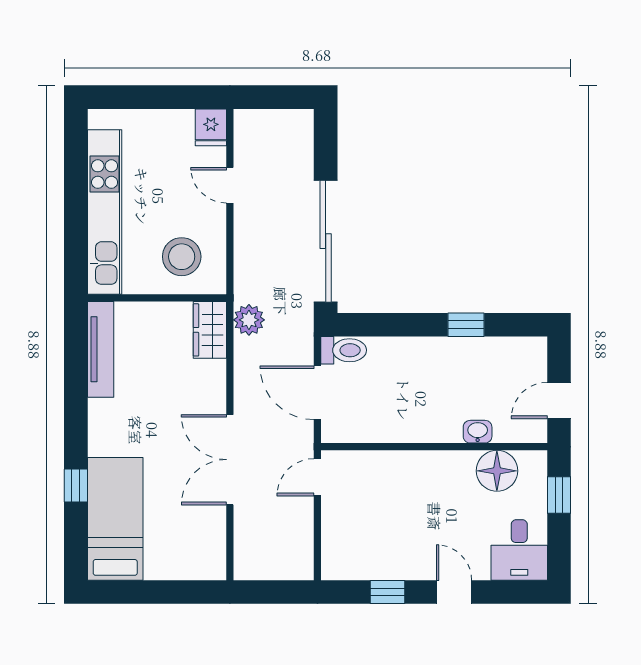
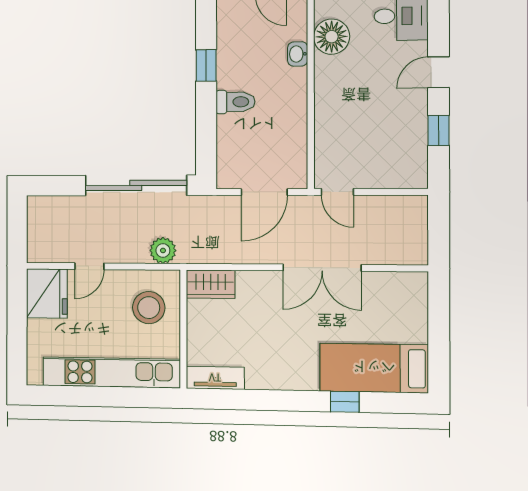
fridge: (211, 127) -> (47, 293), width x1.88, depth x1.34
plant: (249, 320) -> (163, 250), moved
tv unit: (101, 349) -> (215, 378), width x0.71
toilet: (344, 350) -> (235, 102), moved, turned 90

